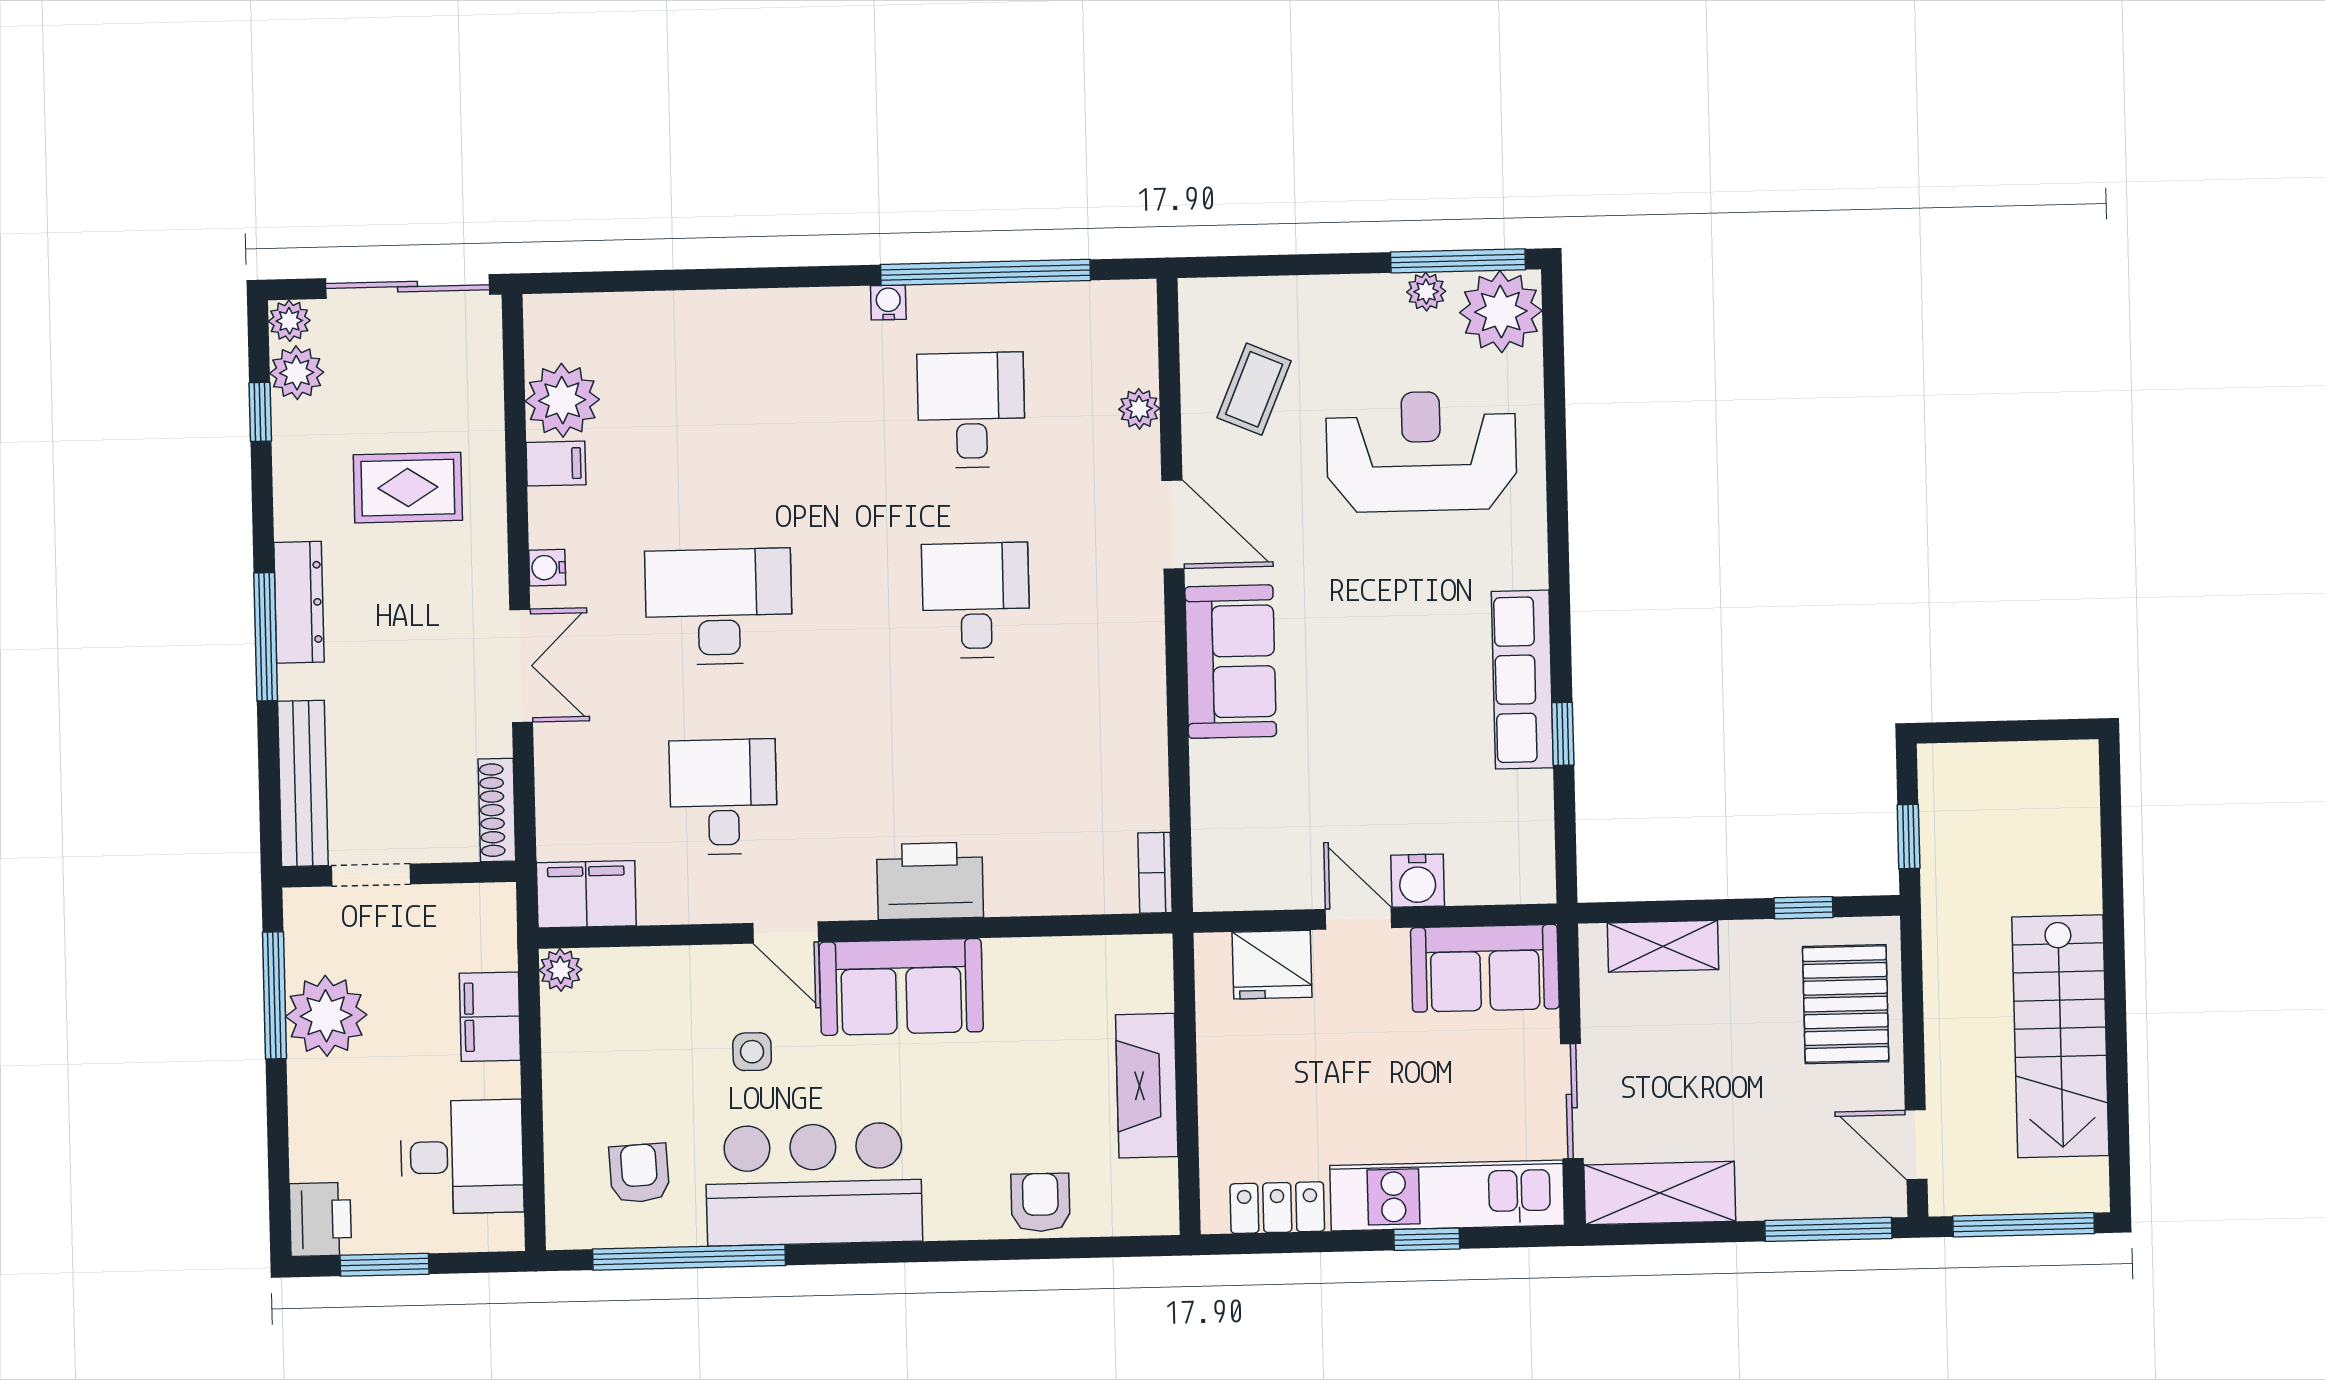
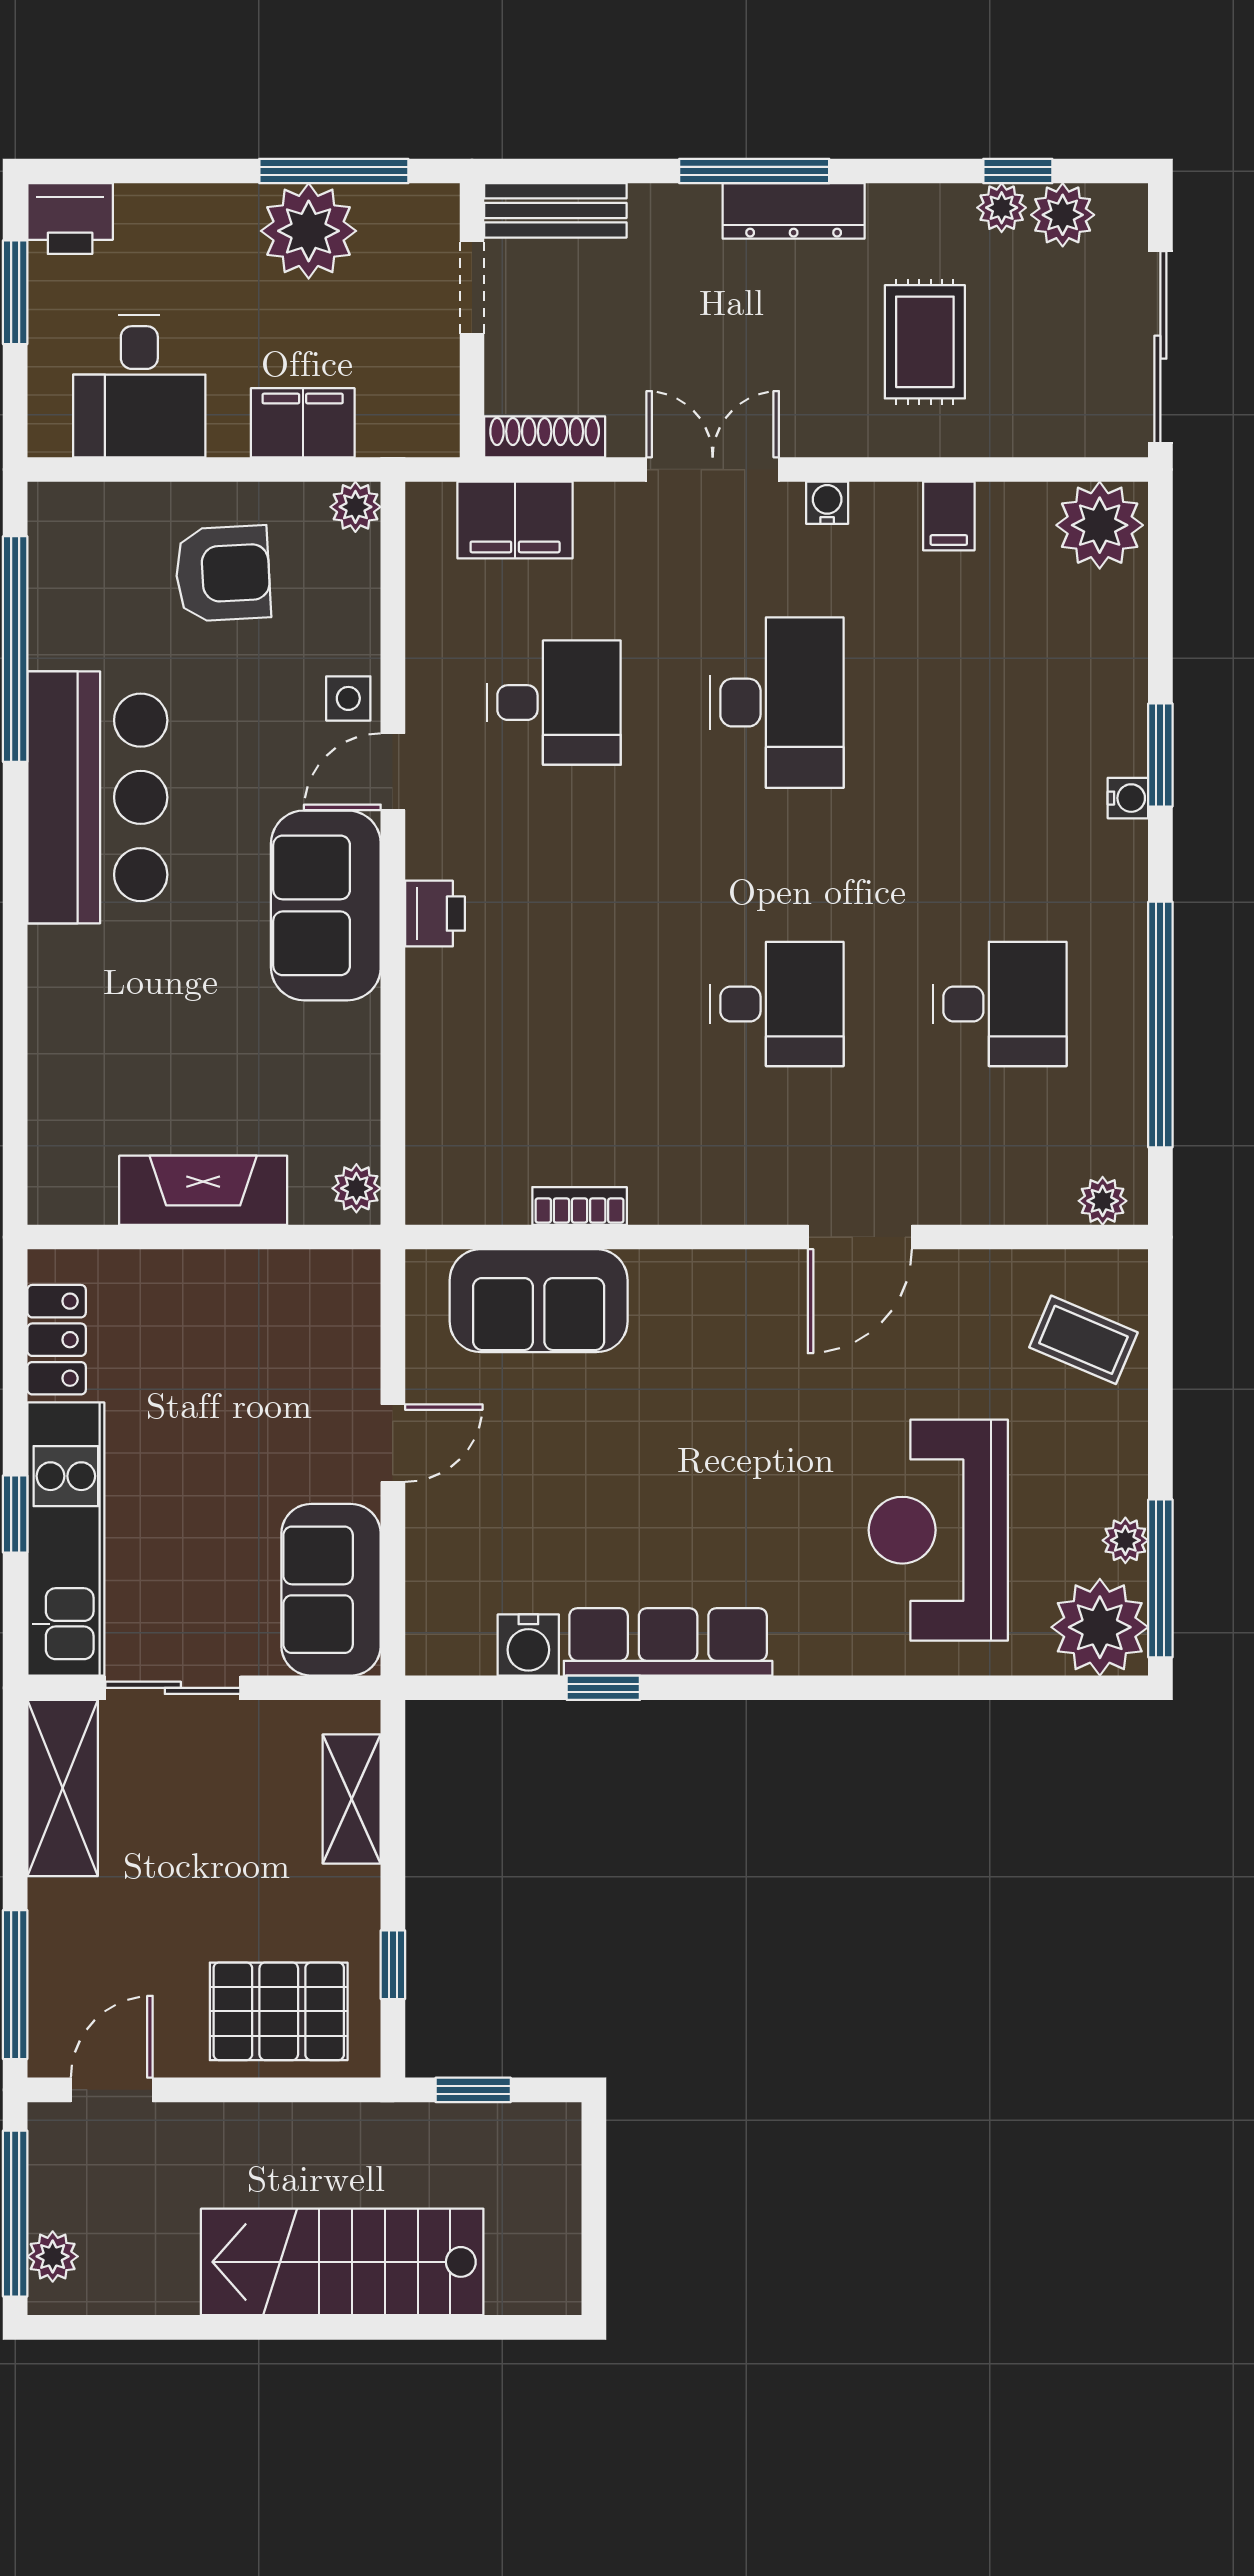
window: (755, 278) -> (1160, 755), added
water cooler: (888, 303) -> (1128, 798), moved
plant: (289, 321) -> (1002, 208), moved
coffee table: (1254, 389) -> (1083, 1340), moved
plant: (562, 400) -> (1100, 525), moved
plant: (1139, 409) -> (1103, 1201), moved
reception desk: (1421, 451) -> (938, 1530), turned 180
sofa: (1231, 662) -> (539, 1301), moved
double door: (521, 666) -> (713, 470), swing flipped
bench: (303, 783) -> (555, 210), width x0.73
bookcase: (1155, 873) -> (580, 1206), moved
printer: (930, 881) -> (435, 914), width x0.53, depth x0.68
water cooler: (1418, 881) -> (528, 1645), moved, turned -90
filing cabinet: (586, 894) -> (515, 520), moved, turned 90
plant: (1142, 955) -> (356, 1188), added
fridge: (1272, 965) -> (341, 1340), removed
stairs: (2060, 1036) -> (342, 2262), moved
side table: (752, 1052) -> (348, 698), moved
armchair: (639, 1173) -> (223, 573), moved, width x1.38, depth x1.38
plant: (2060, 1192) -> (53, 2256), added
armchair: (1040, 1202) -> (69, 1062), removed

